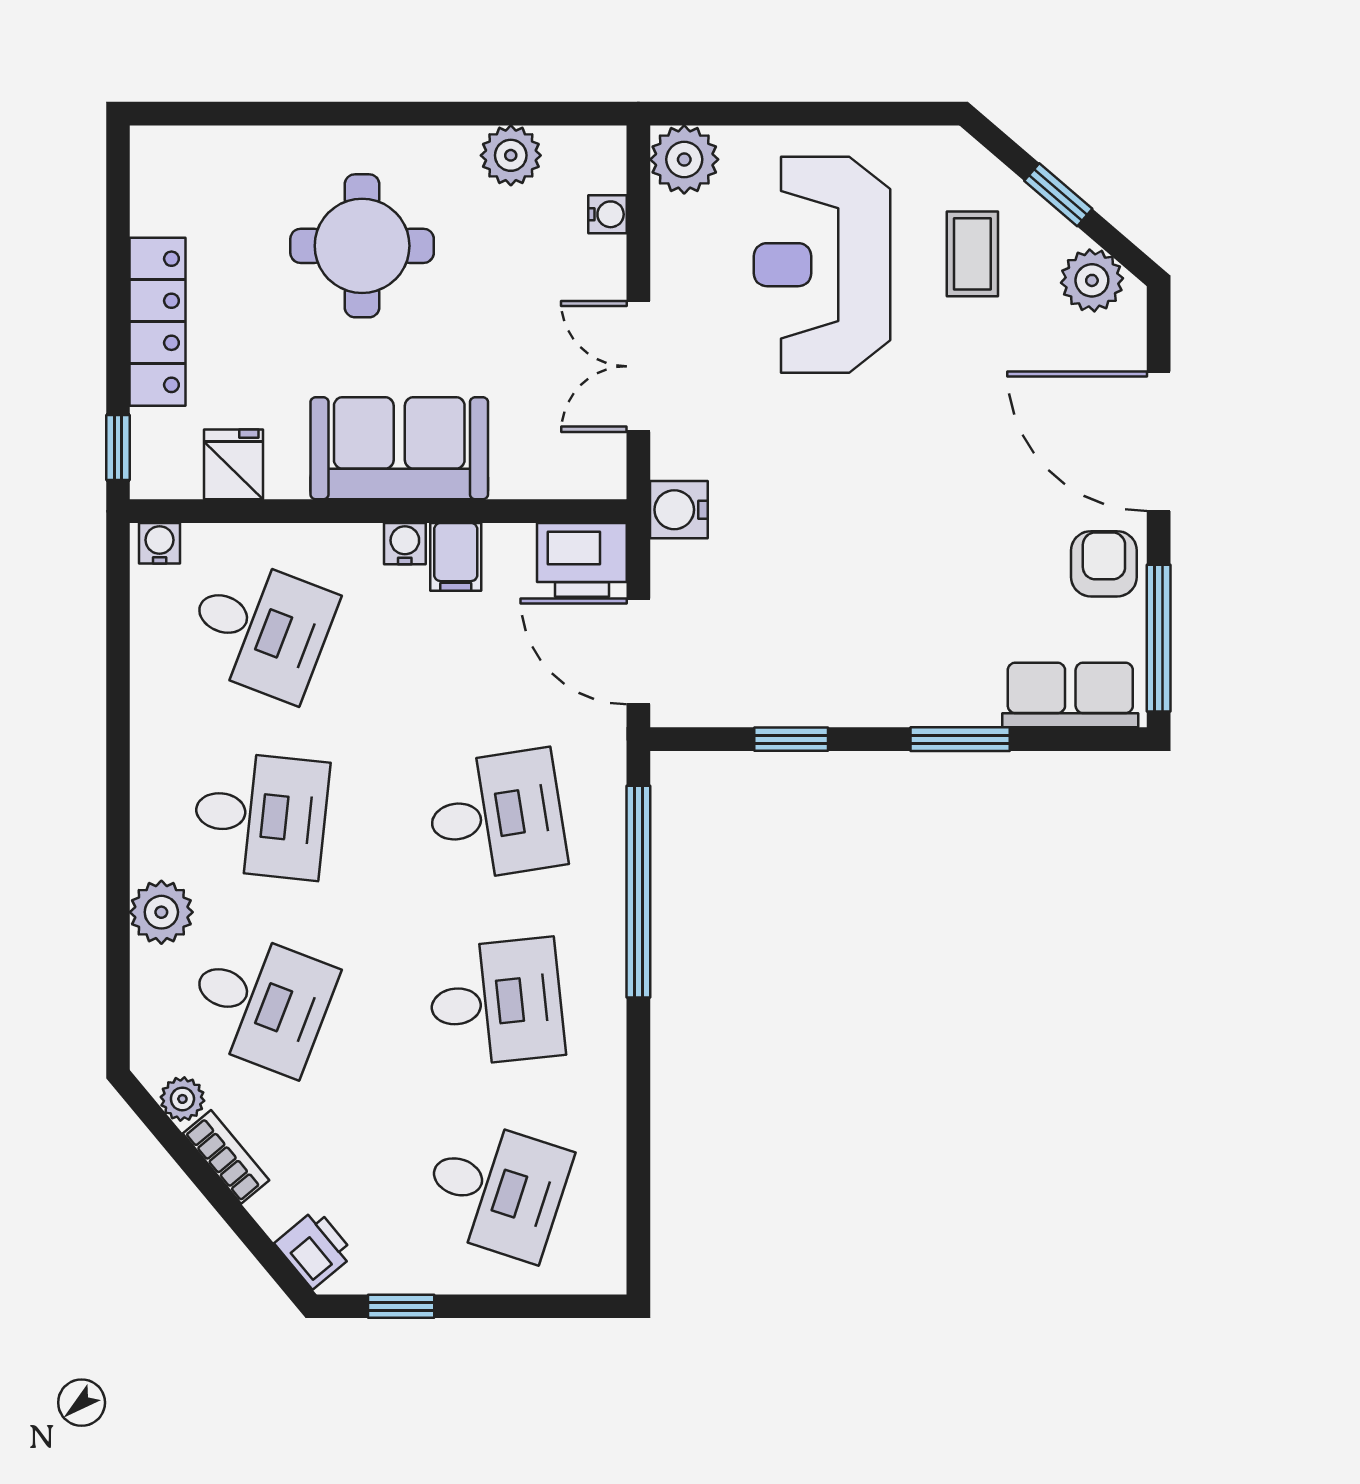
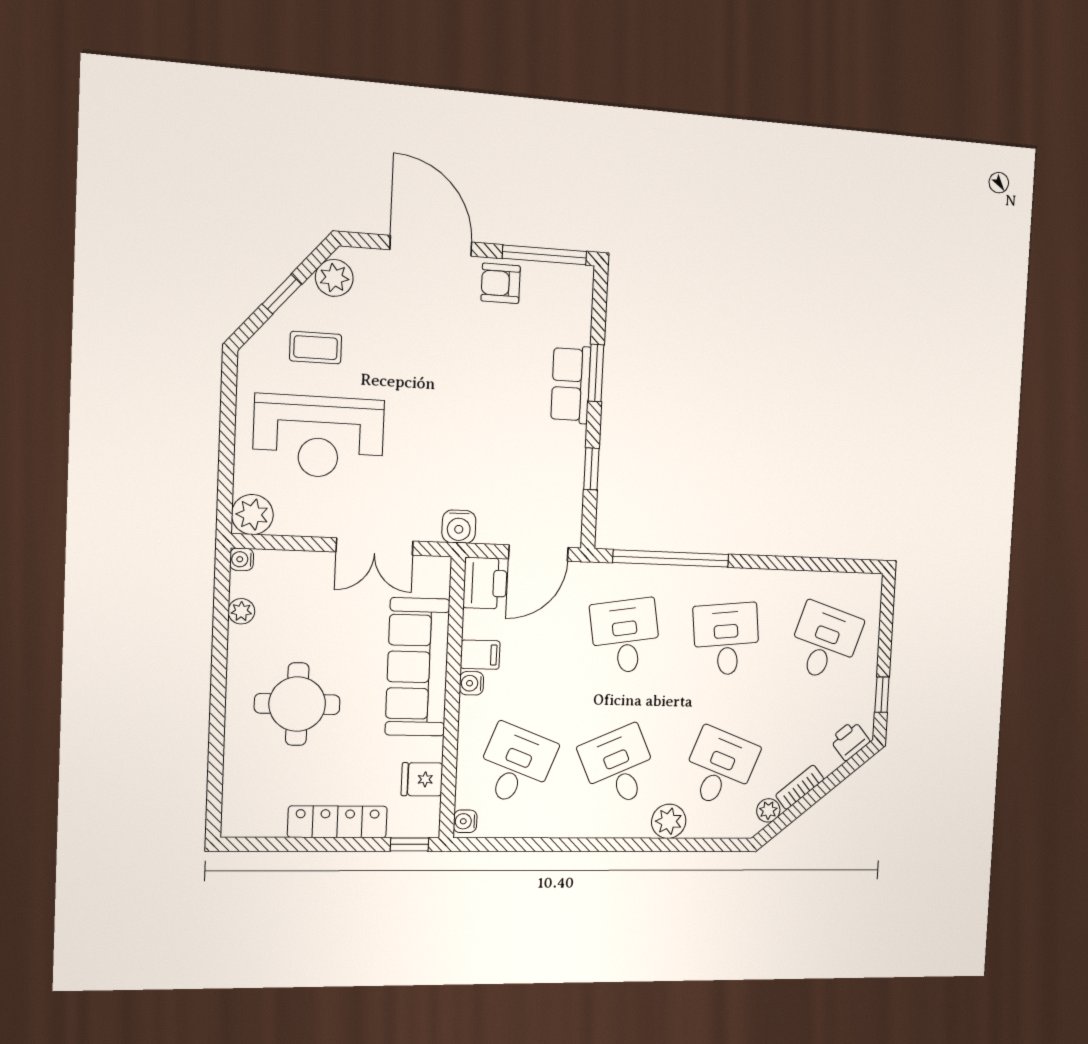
plant: (511, 155) -> (241, 611), width x0.73, depth x0.73
water cooler: (607, 214) -> (242, 559), moved, turned -90
door: (1159, 441) -> (431, 246), swing flipped
sofa: (399, 448) -> (417, 667), width x1.36
row of seats: (1070, 695) -> (571, 384), moved
desk: (260, 815) -> (619, 767), turned -30

